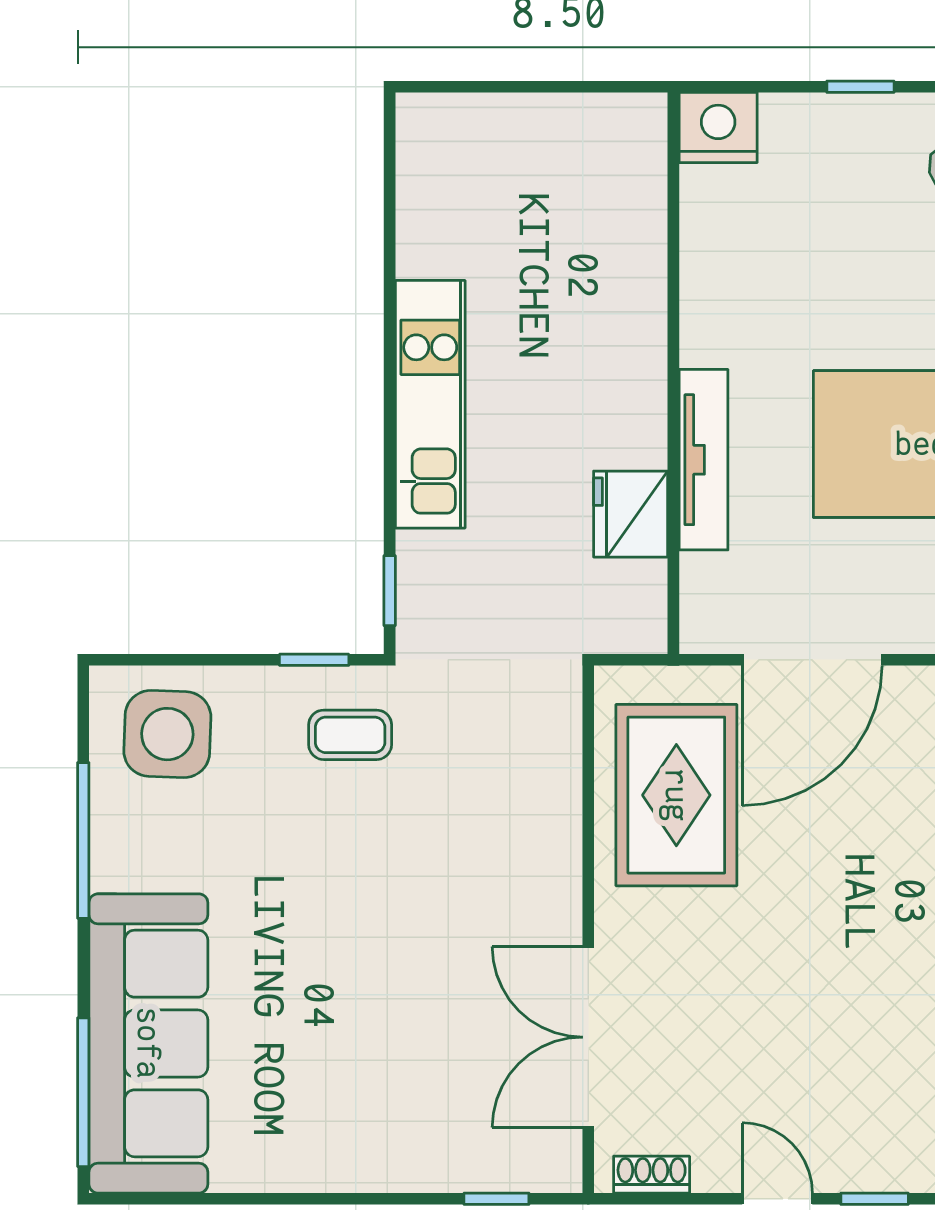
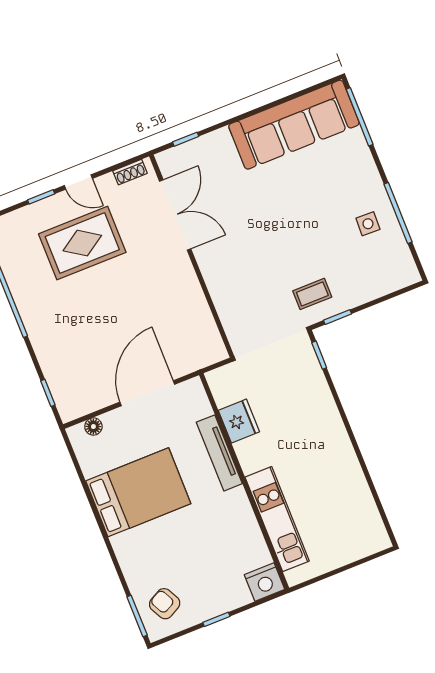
kitchen unit: (430, 404) -> (277, 519), moved, turned 180
side table: (167, 734) -> (368, 224), moved, width x0.54, depth x0.54
rug: (676, 795) -> (82, 243), moved, turned 90
sofa: (148, 1043) -> (294, 125), moved, turned -90

